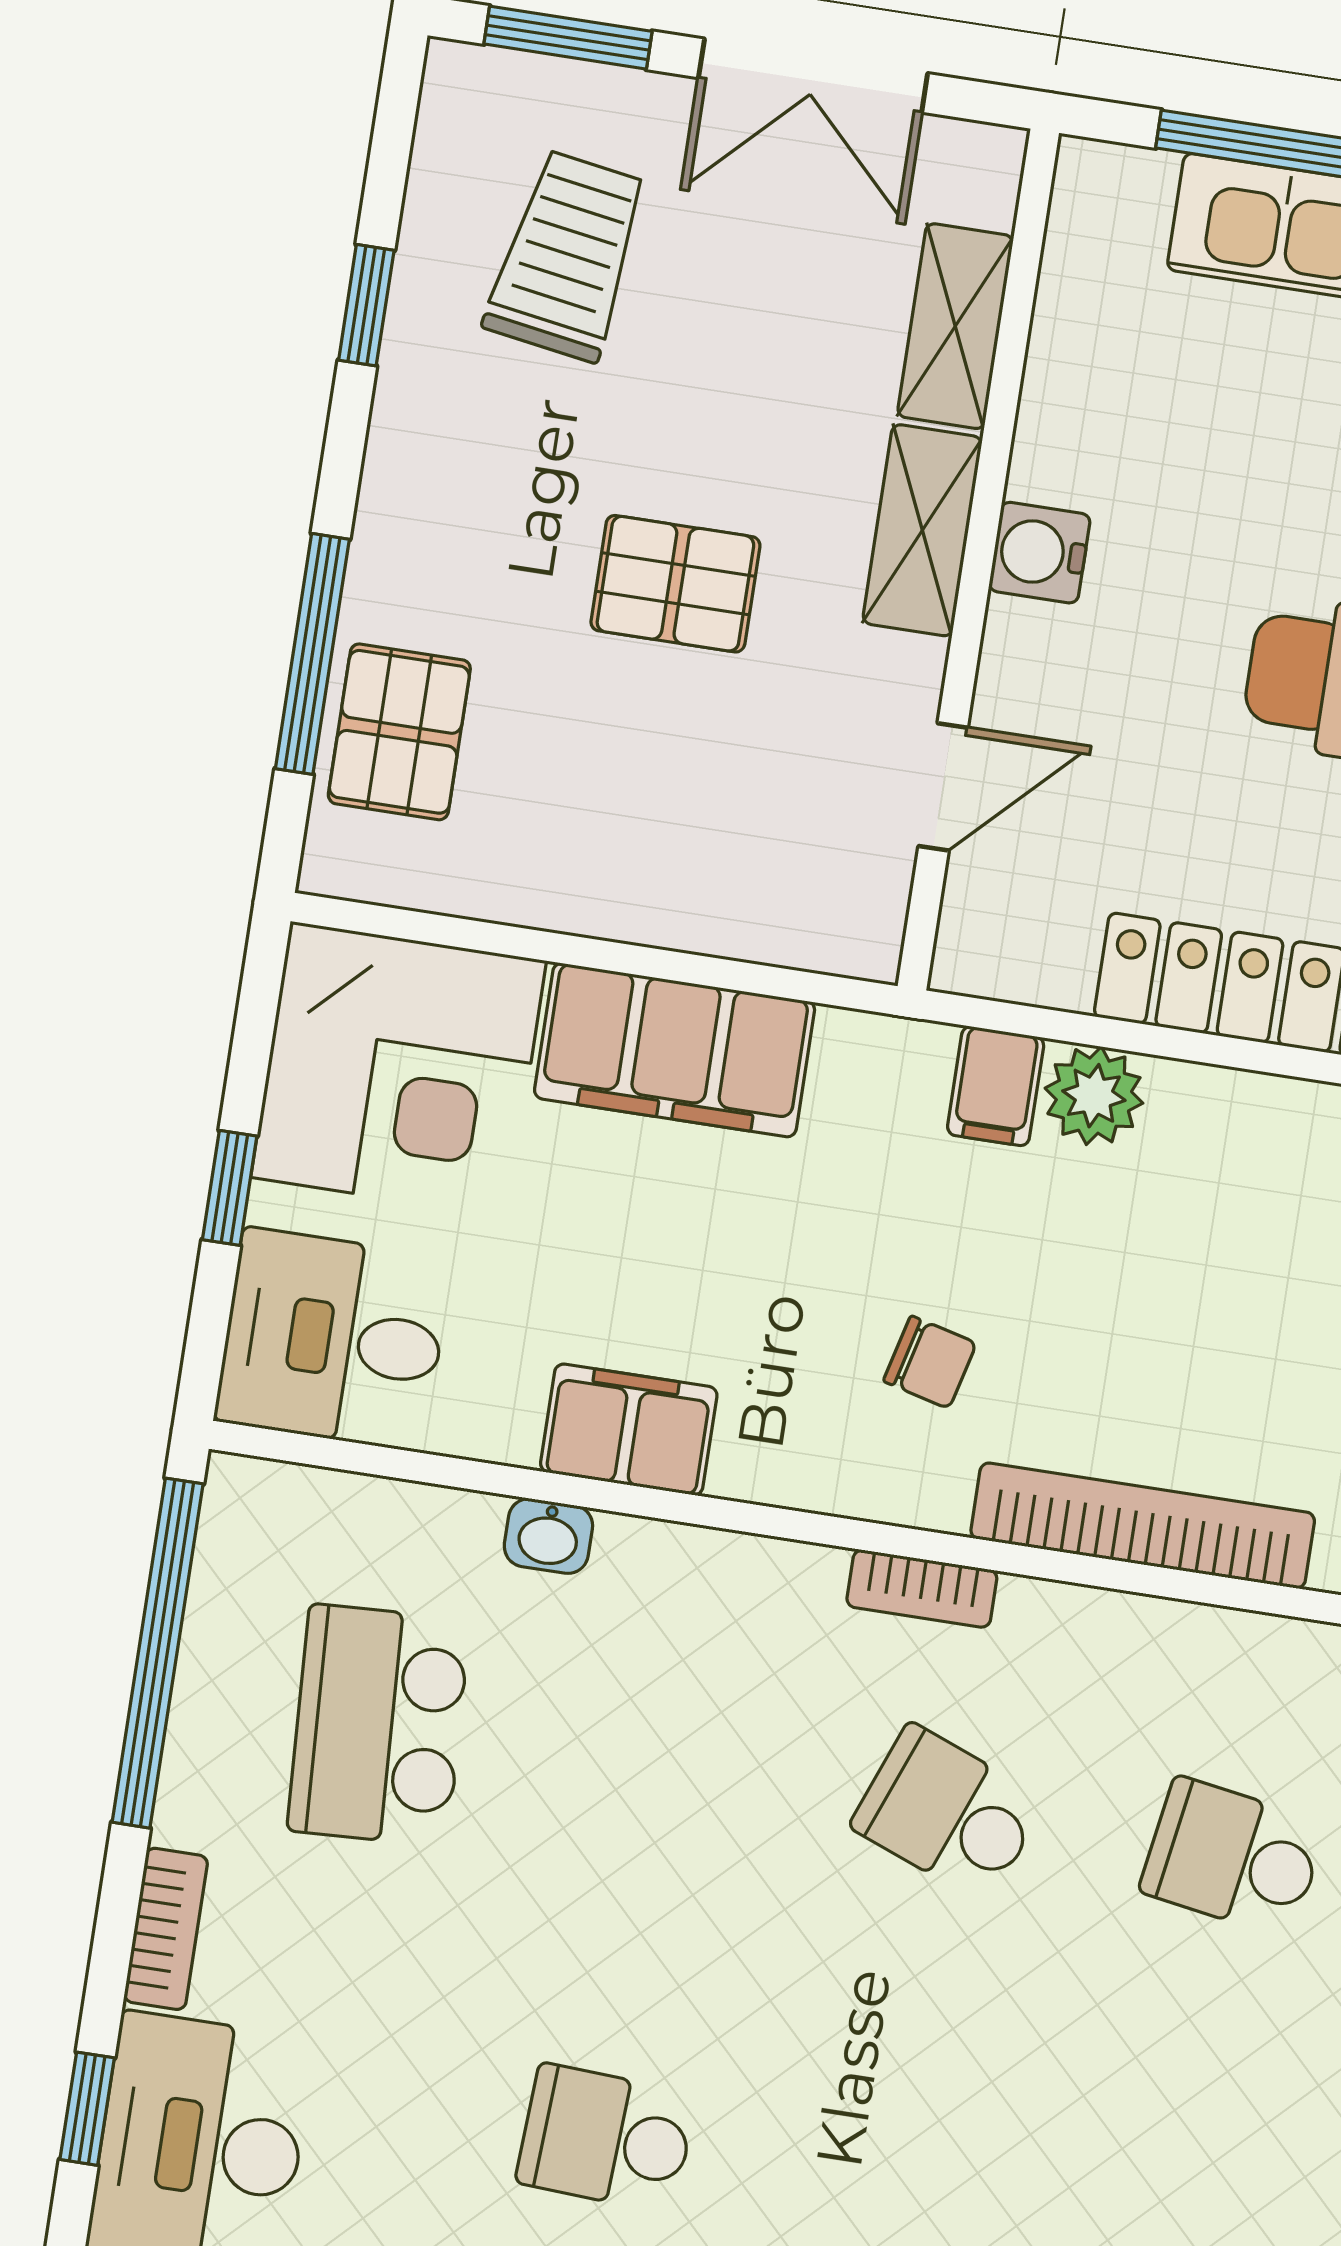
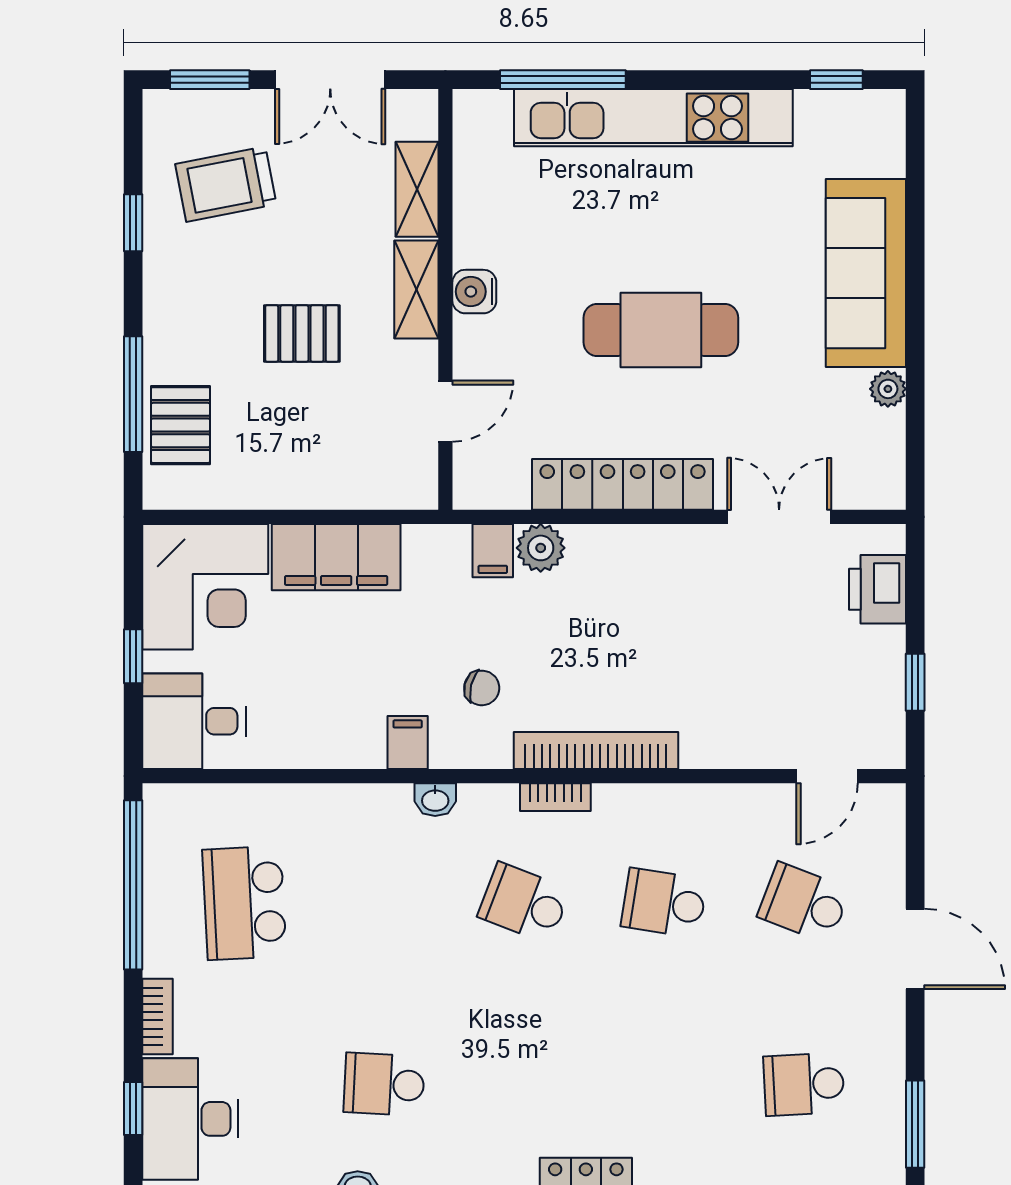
trolley: (568, 256) -> (226, 184), turned -110
filing cabinet: (629, 1429) -> (408, 743), moved, width x0.50
washbasin: (548, 1536) -> (435, 800), moved
bookcase: (922, 1589) -> (555, 797), moved

